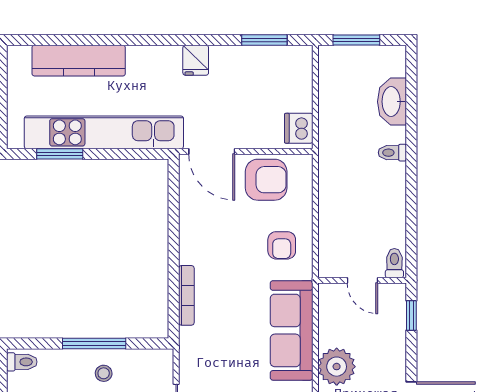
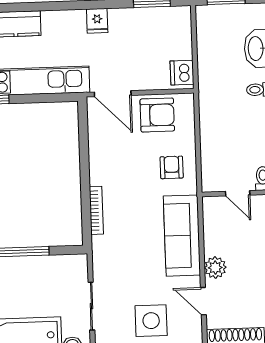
armchair: (282, 245) -> (172, 167), turned 180
plant: (337, 367) -> (215, 268), width x0.73, depth x0.73
stool: (104, 373) -> (32, 275), removed

